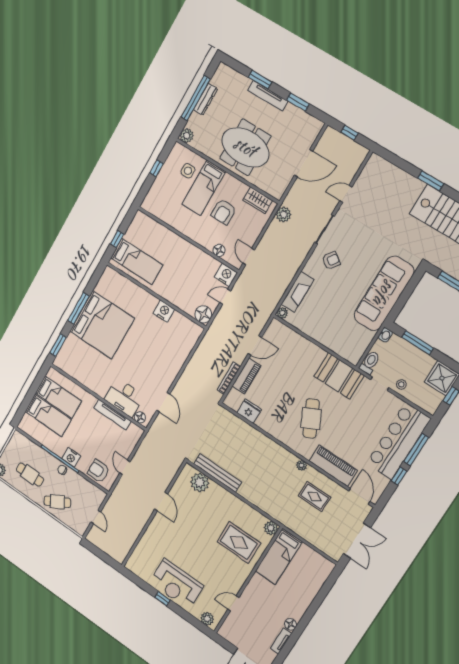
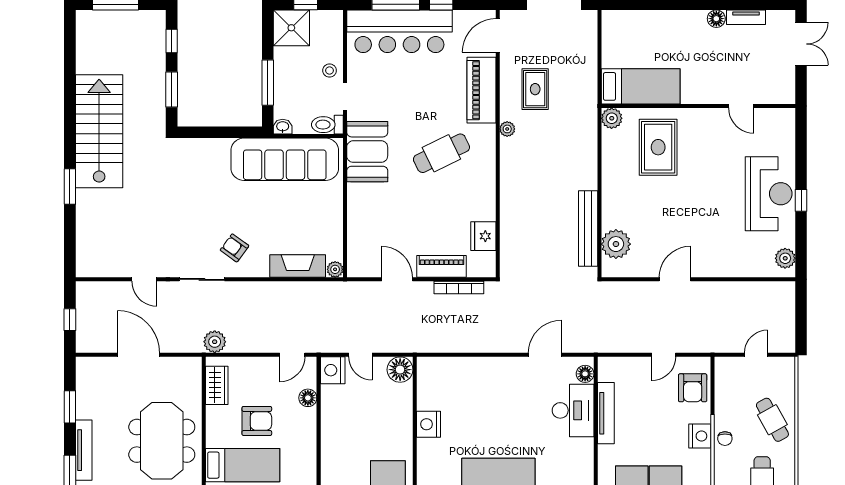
sofa: (384, 293) -> (285, 159), moved
plant: (207, 619) -> (785, 258), moved

